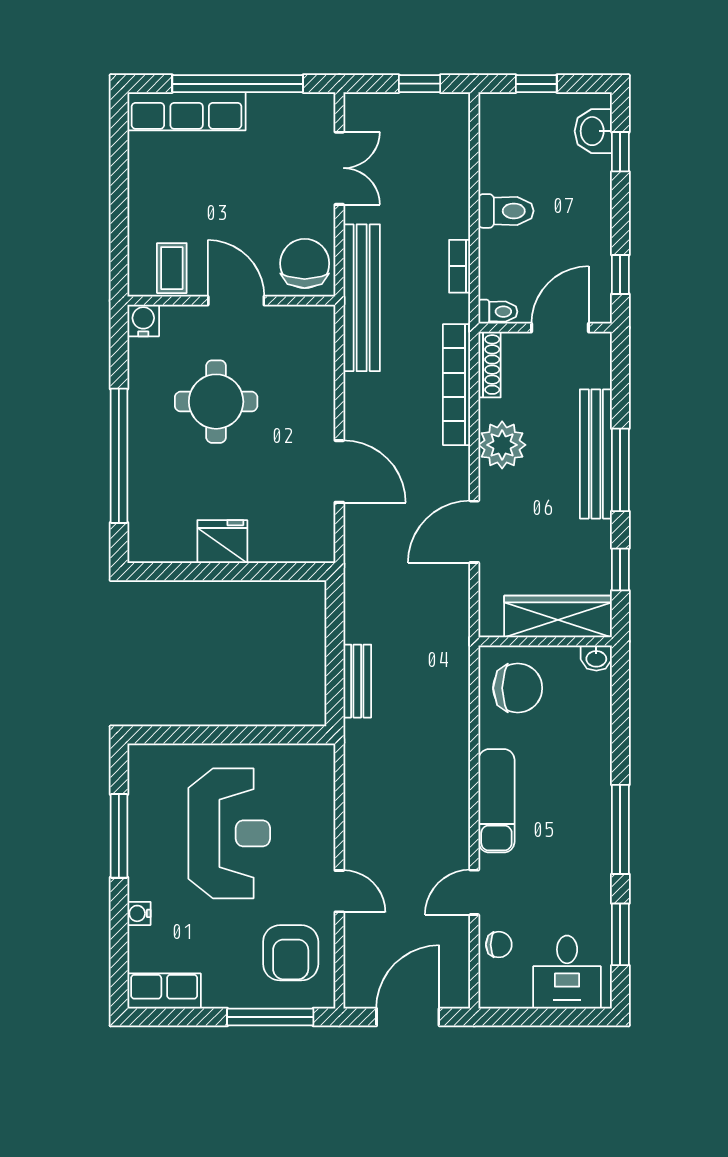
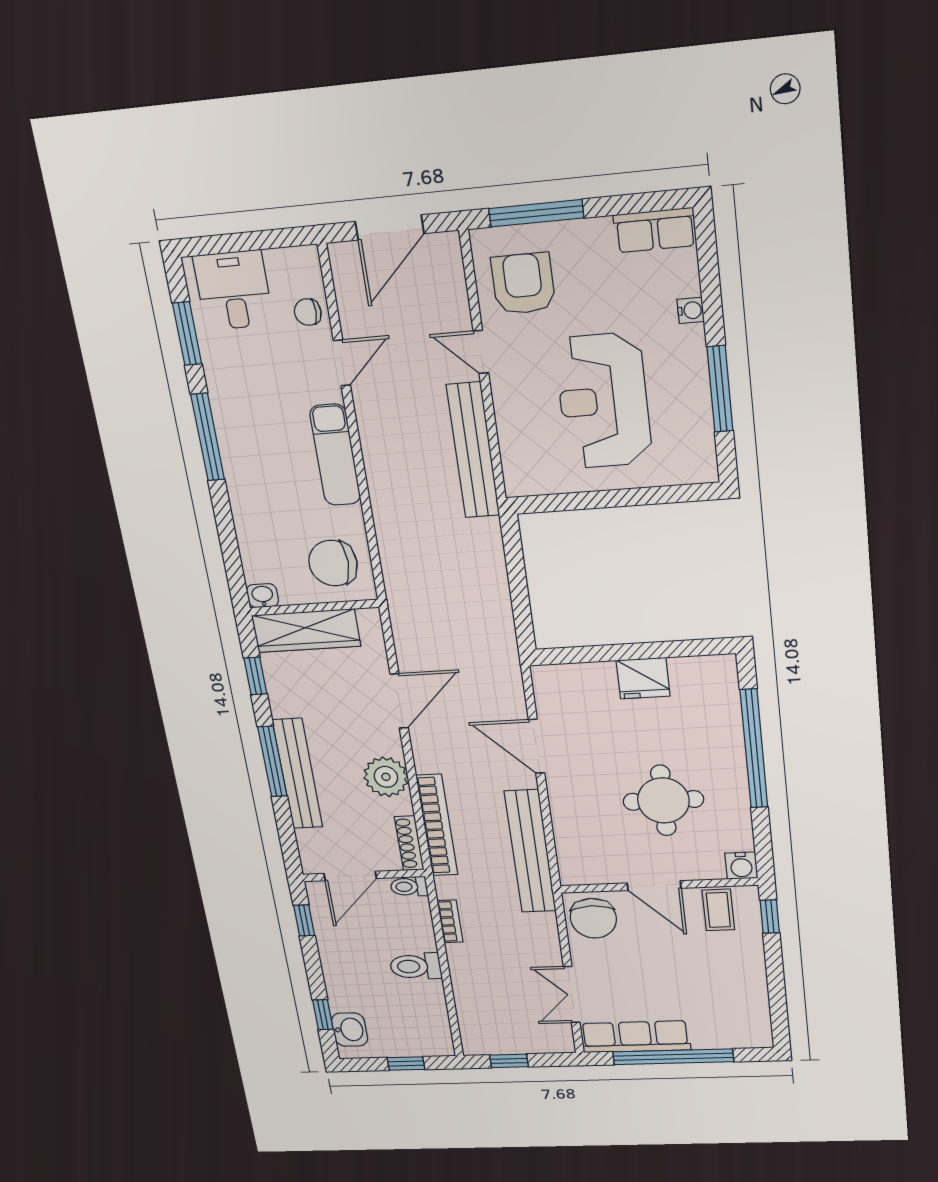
row of seats: (187, 111) -> (635, 1037), moved
window: (119, 258) -> (770, 917), added
bench: (362, 298) -> (530, 851), moved
bench: (357, 681) -> (473, 450), moved, width x1.86, depth x1.21

